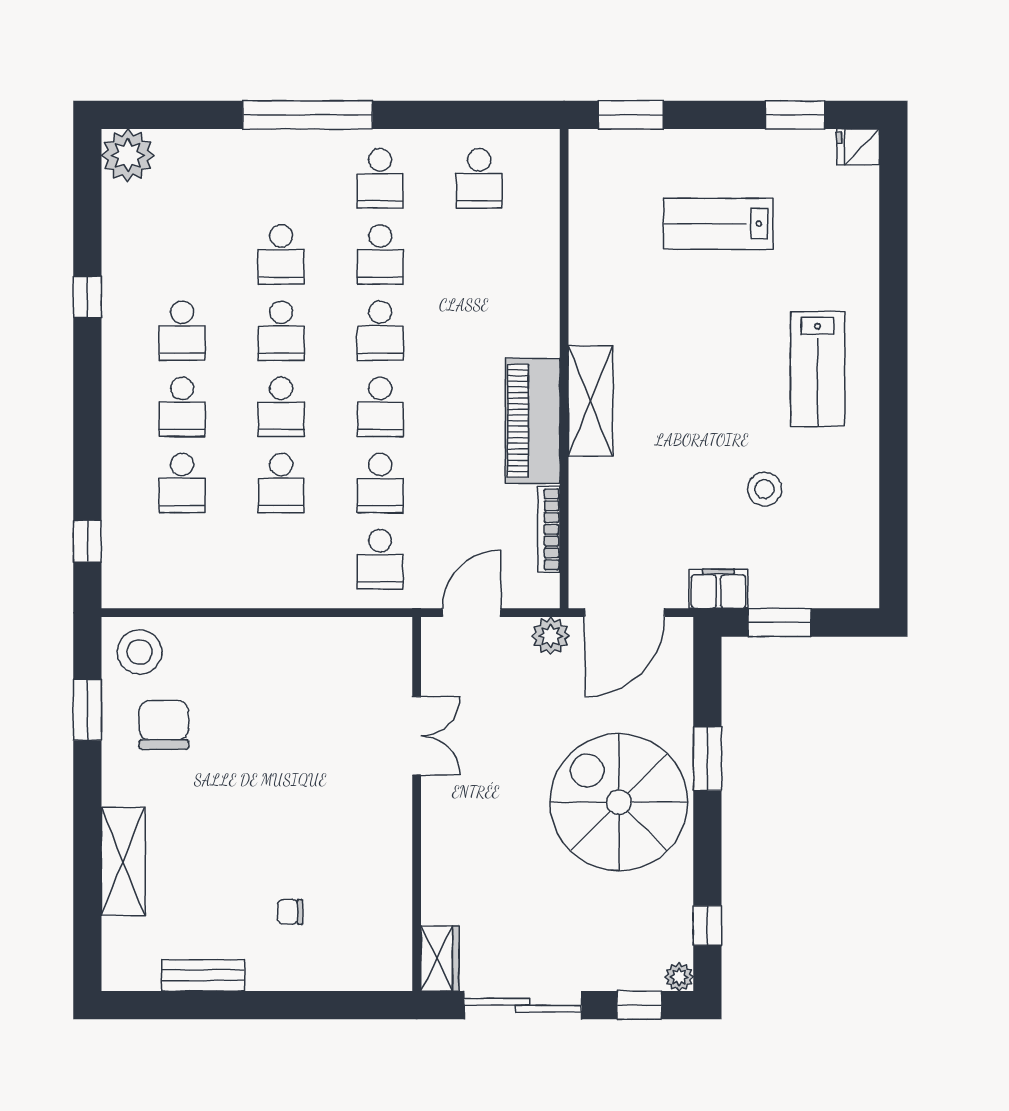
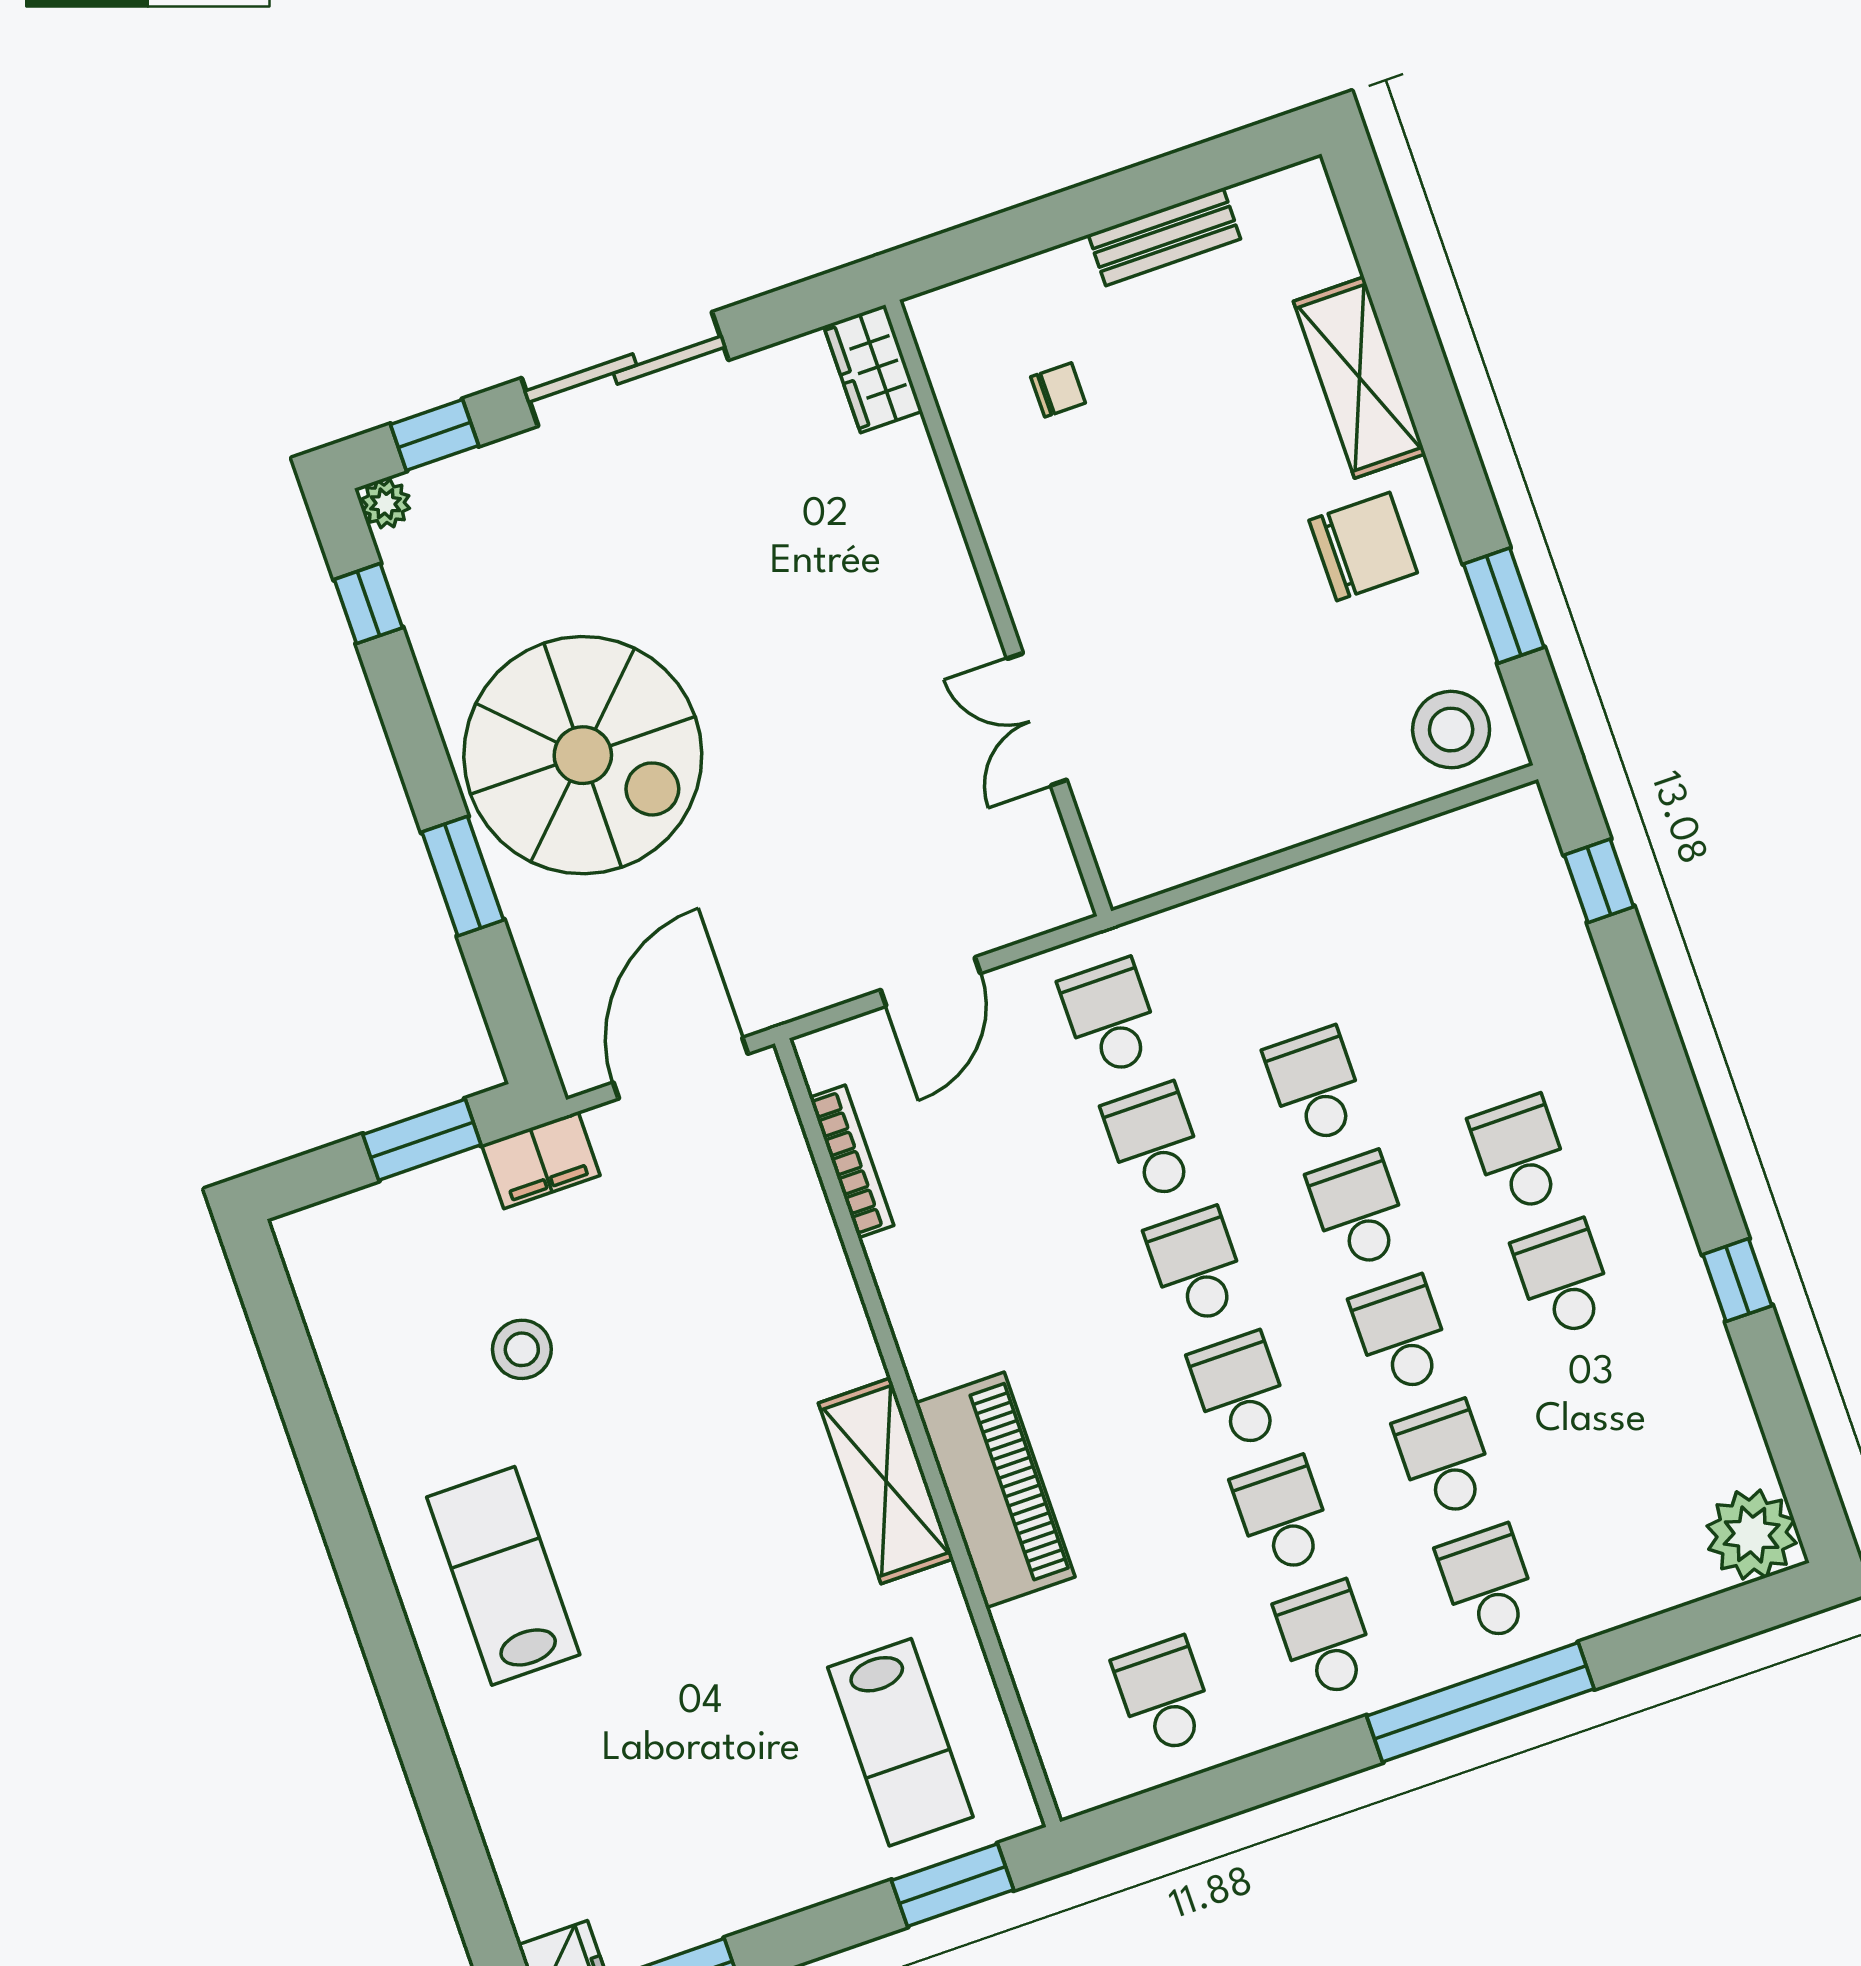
lab bench: (718, 224) -> (900, 1742), moved, turned 90
shelving: (590, 401) -> (886, 1481), moved
piano: (533, 421) -> (995, 1490), moved
school desk: (182, 483) -> (1488, 1584), moved
plant: (551, 636) -> (789, 988), removed
chair: (164, 725) -> (1363, 546), moved, turned -90
double door: (417, 736) -> (1037, 719), moved
wall: (417, 804) -> (998, 608), moved
wardrobe: (440, 958) -> (873, 369), moved

